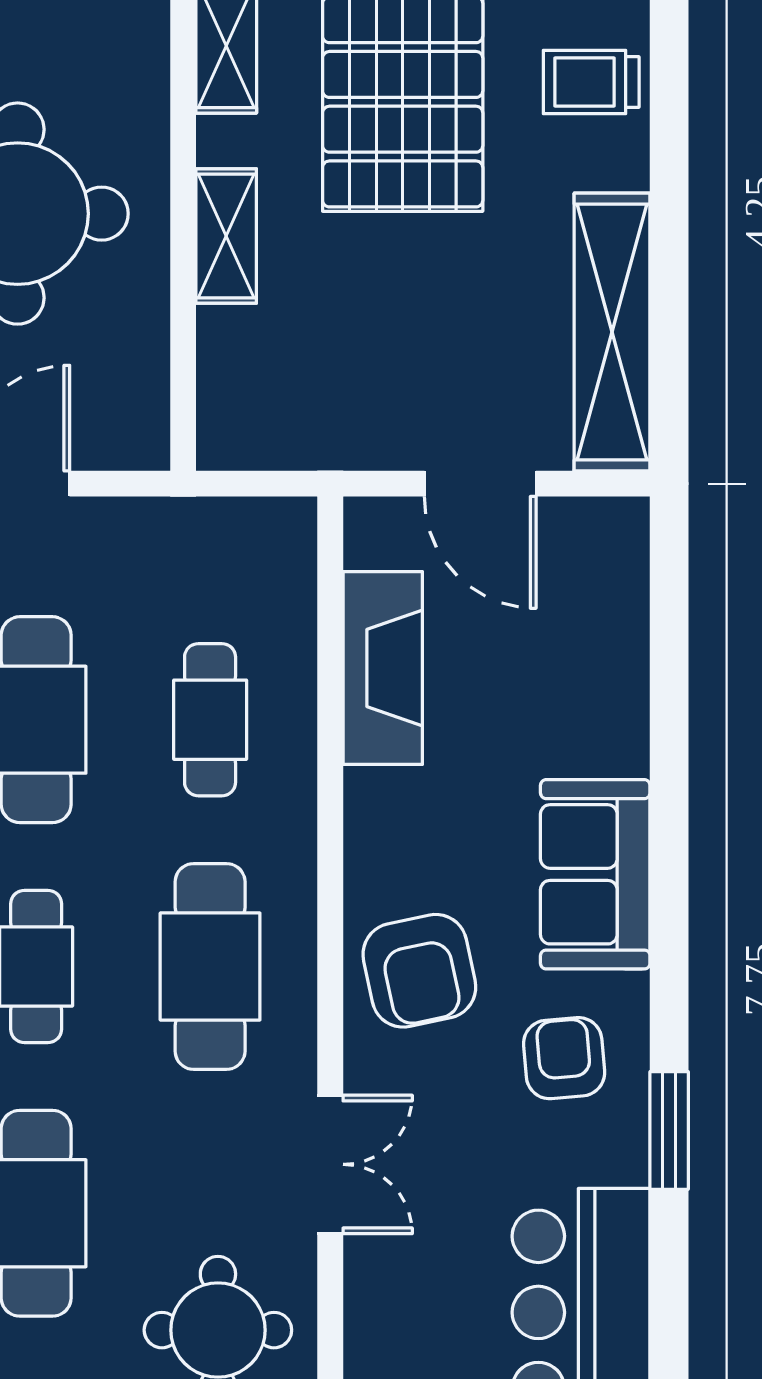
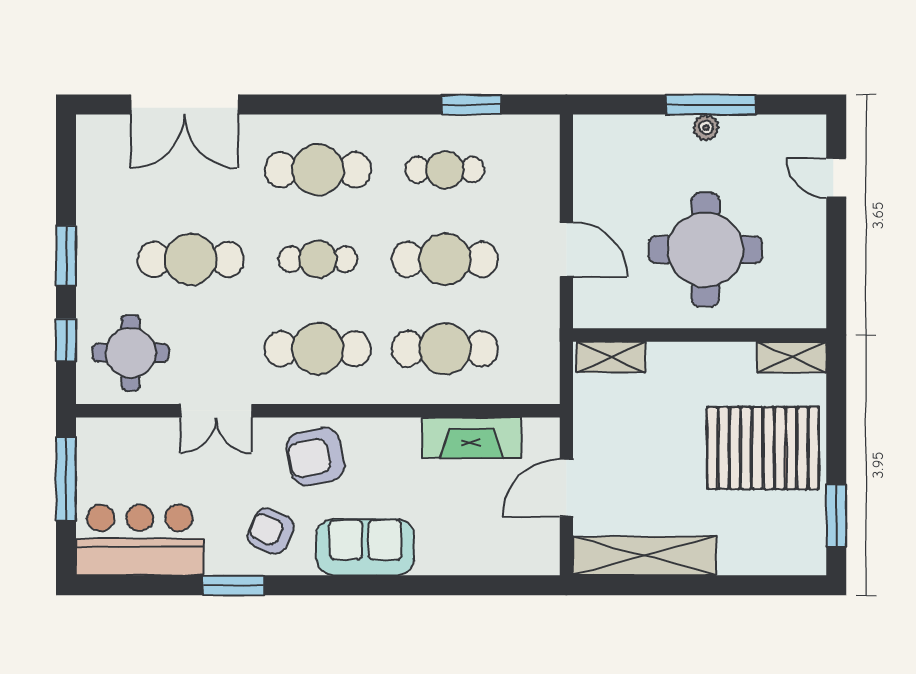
trolley: (591, 82) -> (773, 545), removed
shelving: (226, 236) -> (611, 357), moved
cafe table: (210, 720) -> (445, 349), width x1.37, depth x1.35
armchair: (564, 1058) -> (271, 531), turned -151

